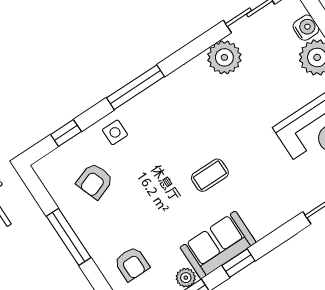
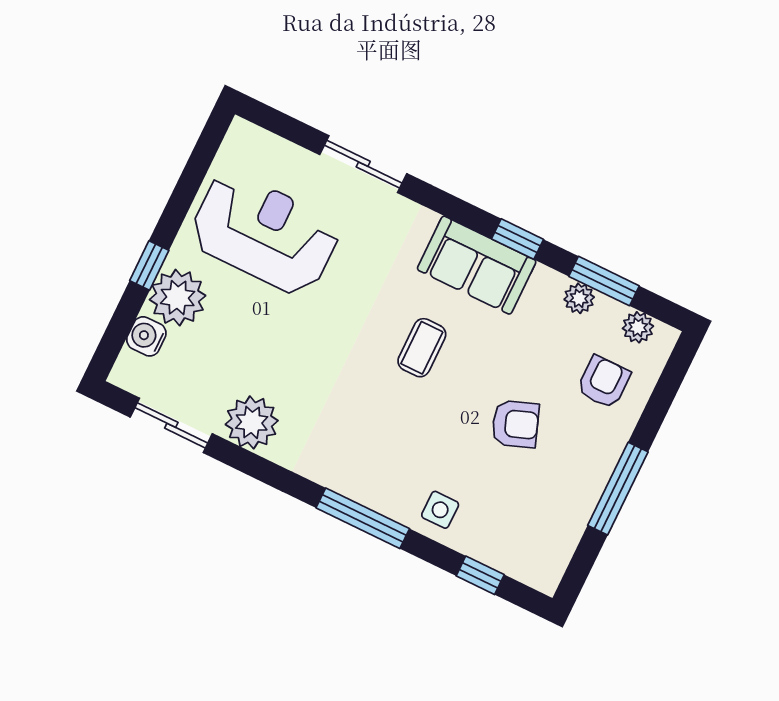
coffee table: (210, 175) -> (422, 348), turned 90
armchair: (95, 181) -> (515, 424), moved
sofa: (218, 245) -> (477, 265), moved

